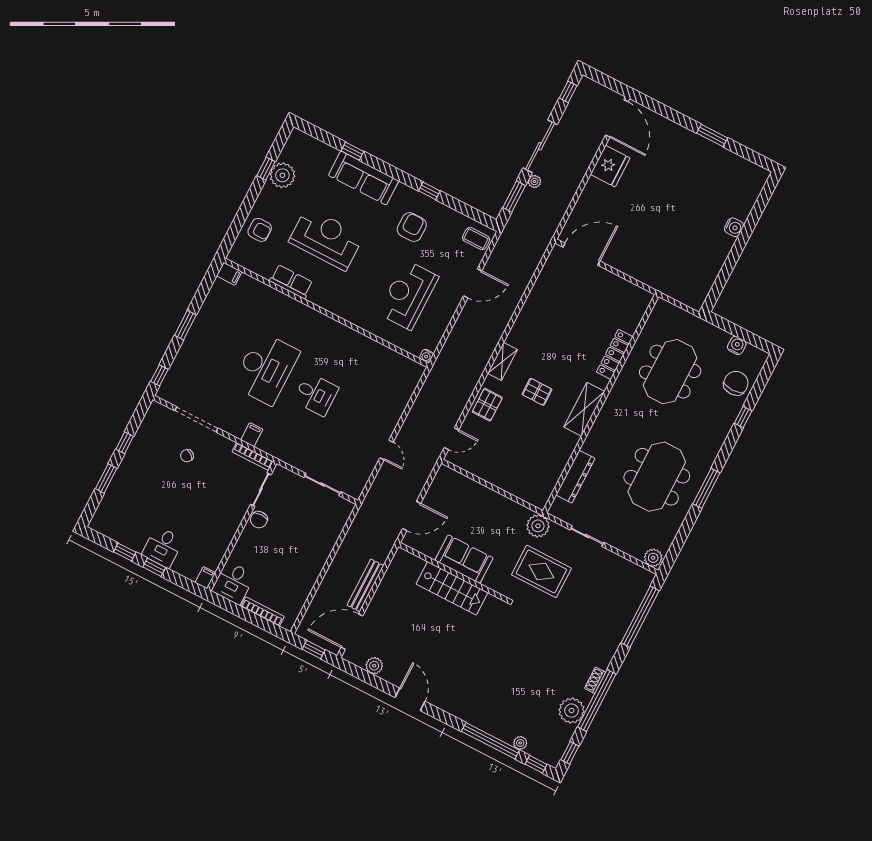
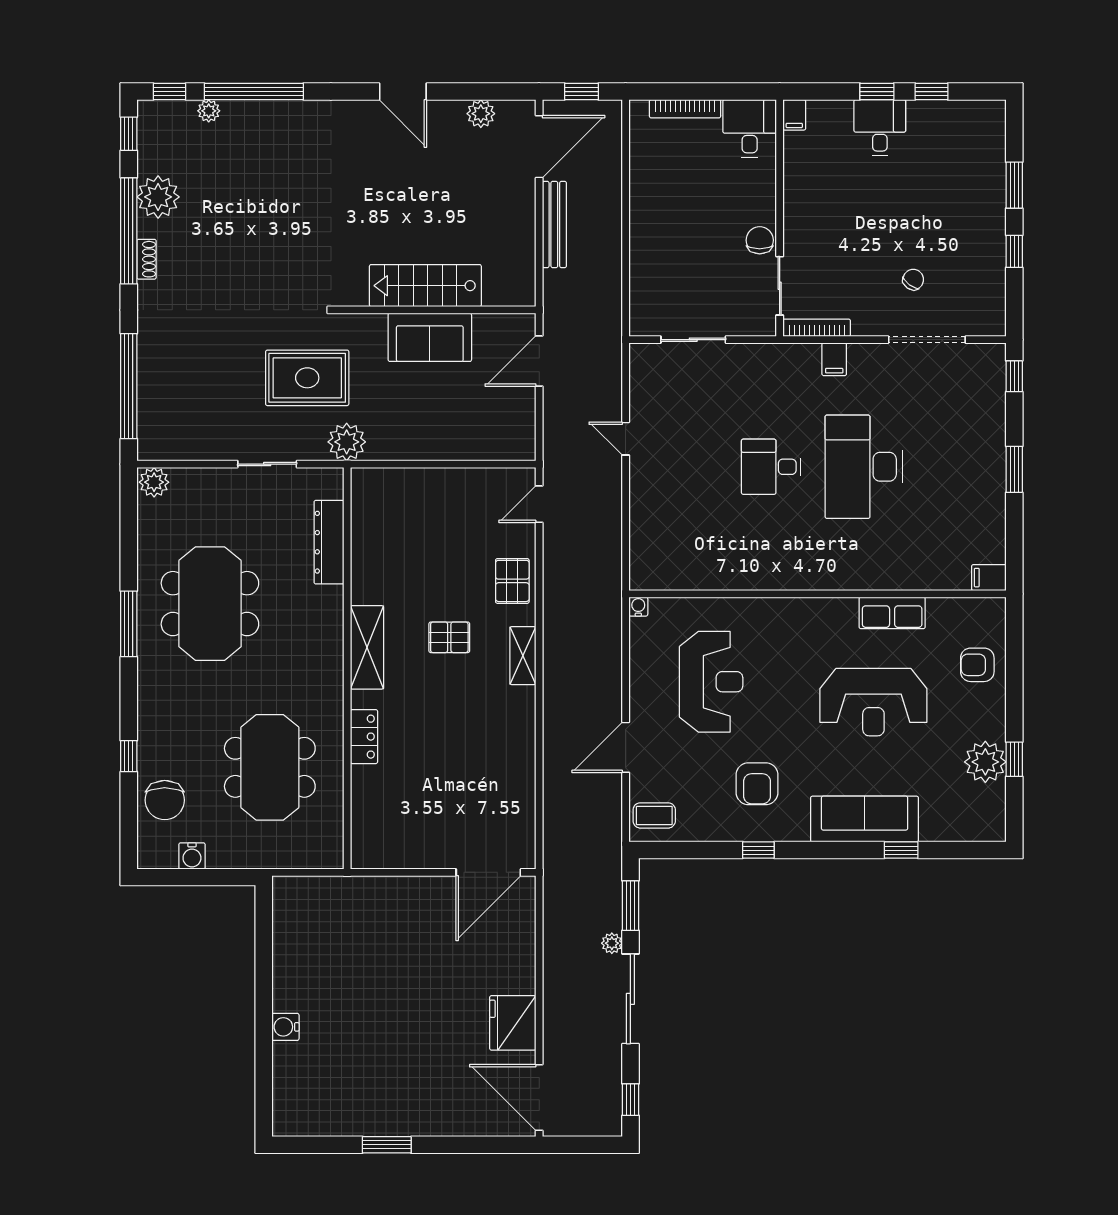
locker: (615, 354) -> (364, 737), width x0.66

